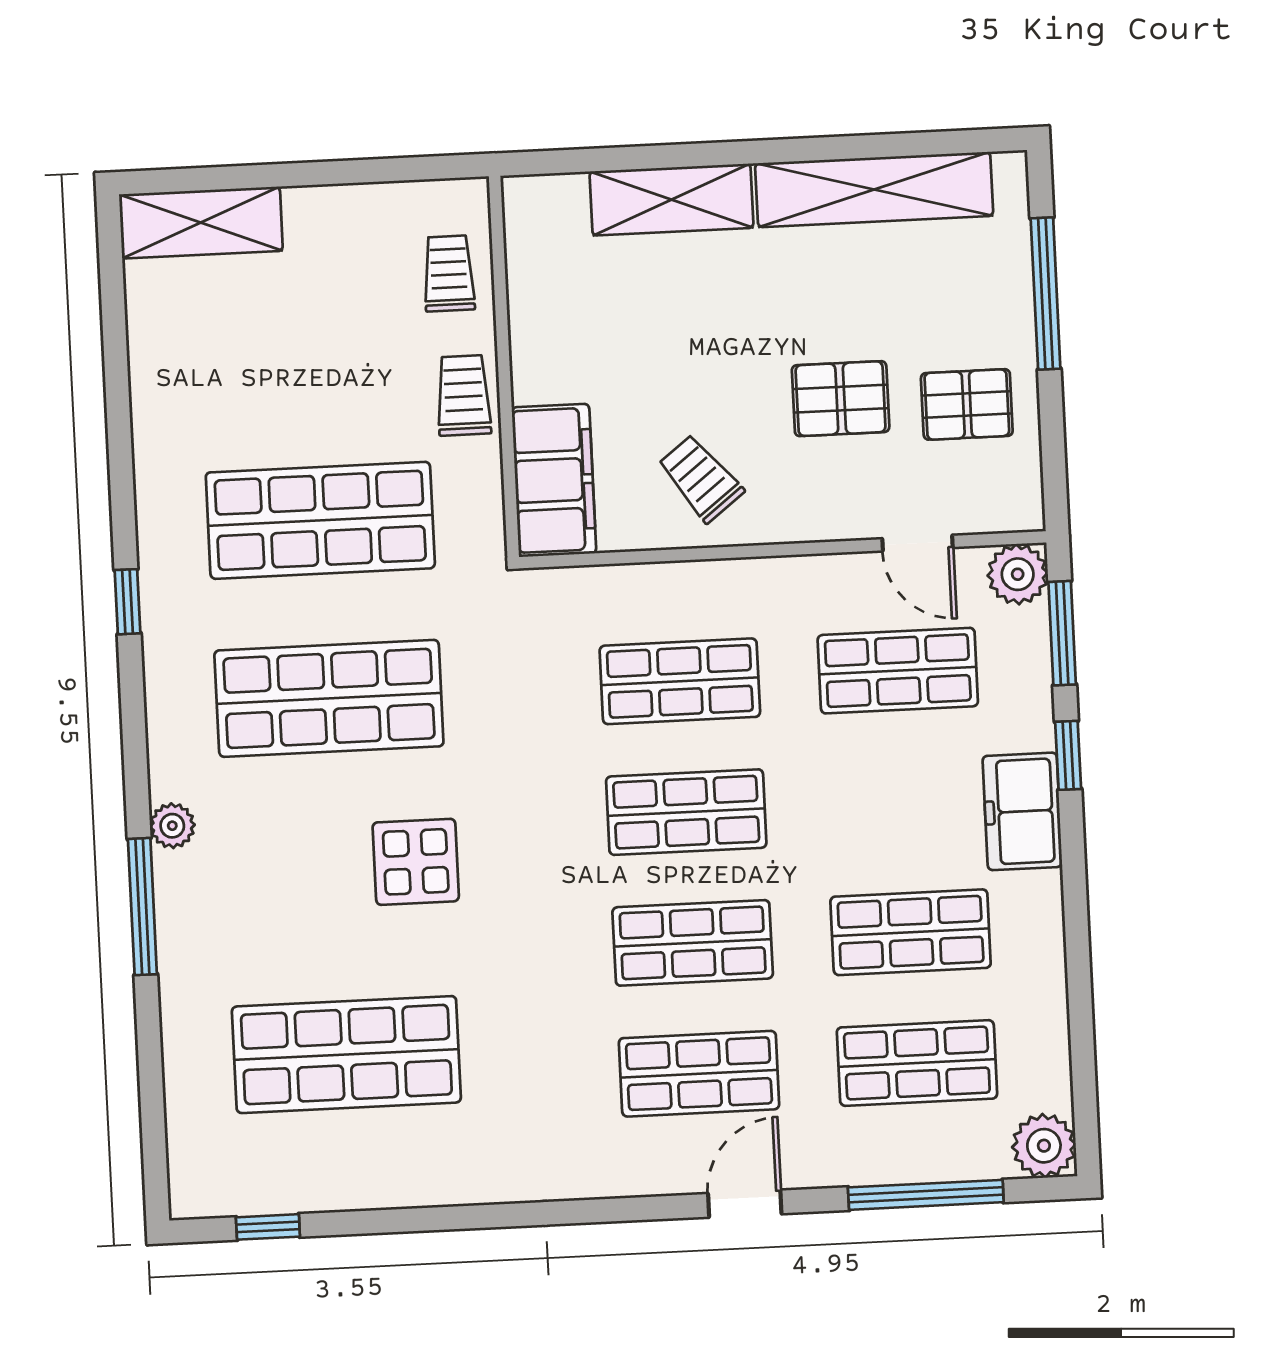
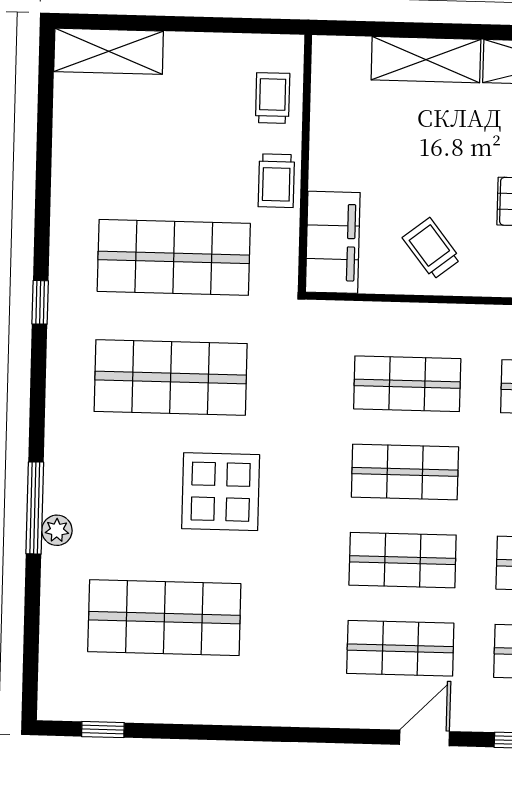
trolley: (464, 395) -> (276, 181), turned 180
plant: (172, 826) -> (57, 530), moved
display table: (416, 862) -> (221, 492), width x1.36, depth x1.36

